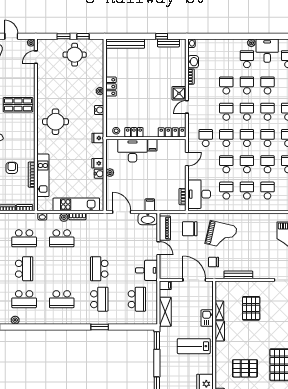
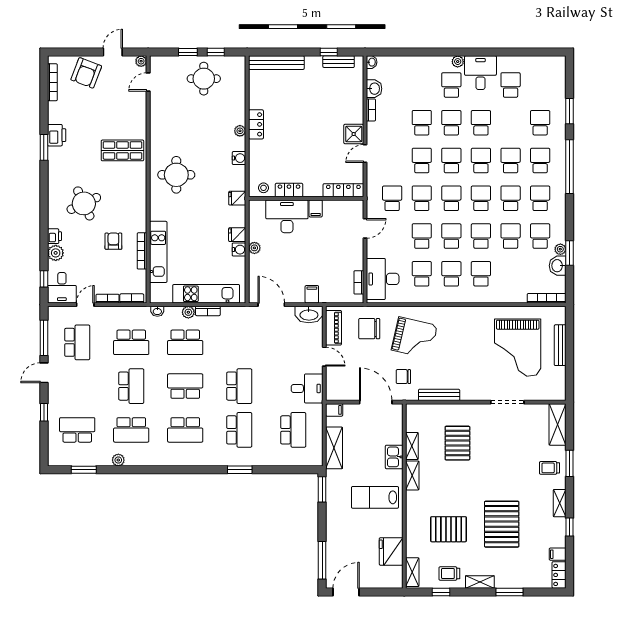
door: (11, 36) -> (113, 52), hinge flipped
school desk: (62, 269) -> (185, 386), added
school desk: (99, 269) -> (239, 386), turned 180

